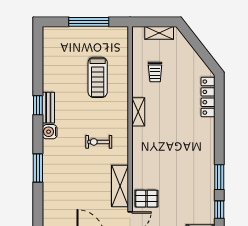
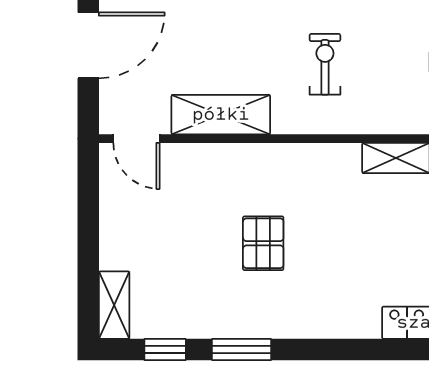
pallet: (146, 199) -> (263, 243), moved

